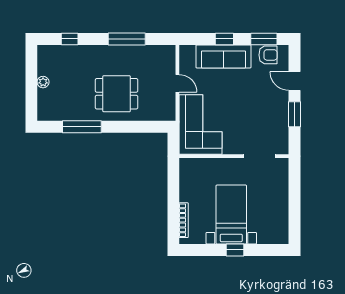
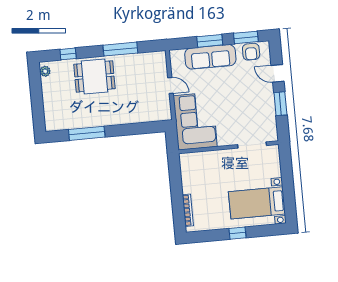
window: (224, 39) -> (210, 41), width x1.50
armchair: (268, 55) -> (251, 52), turned 90
plant: (43, 82) -> (45, 71), moved
dining table: (117, 94) -> (94, 76), moved
bed with nightstands: (231, 215) -> (257, 203), moved, turned -90

